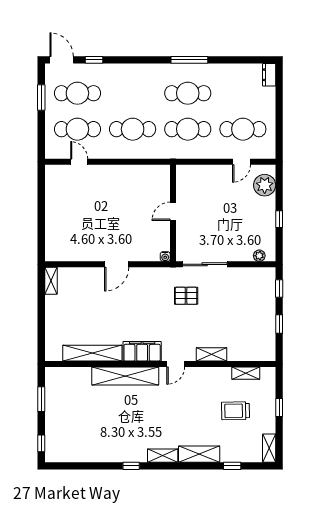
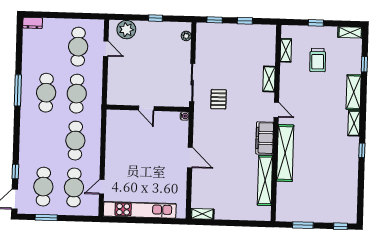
kitchen unit: (54, 207) -> (140, 210), added

